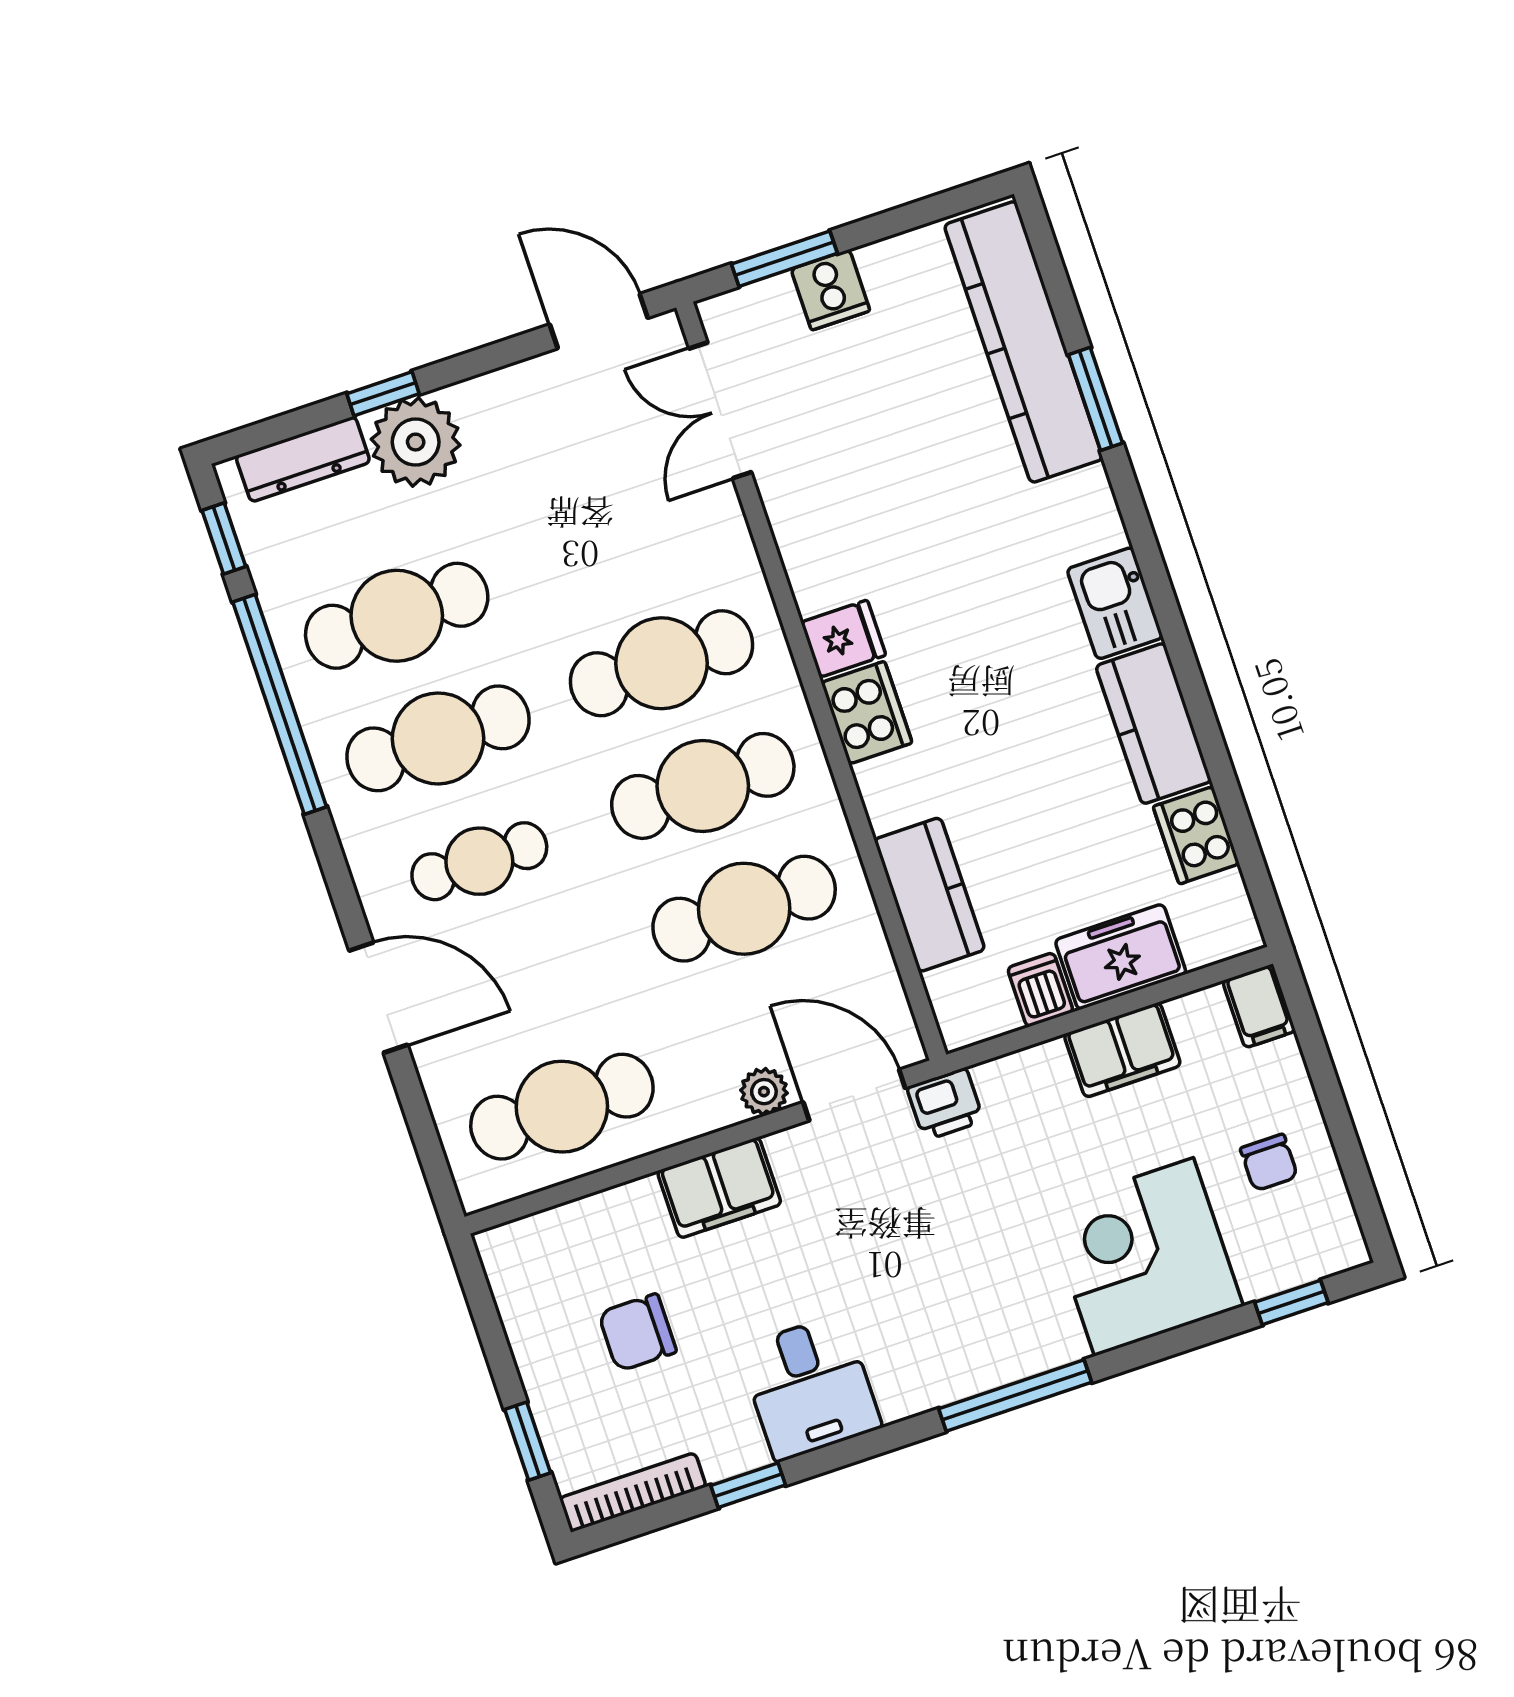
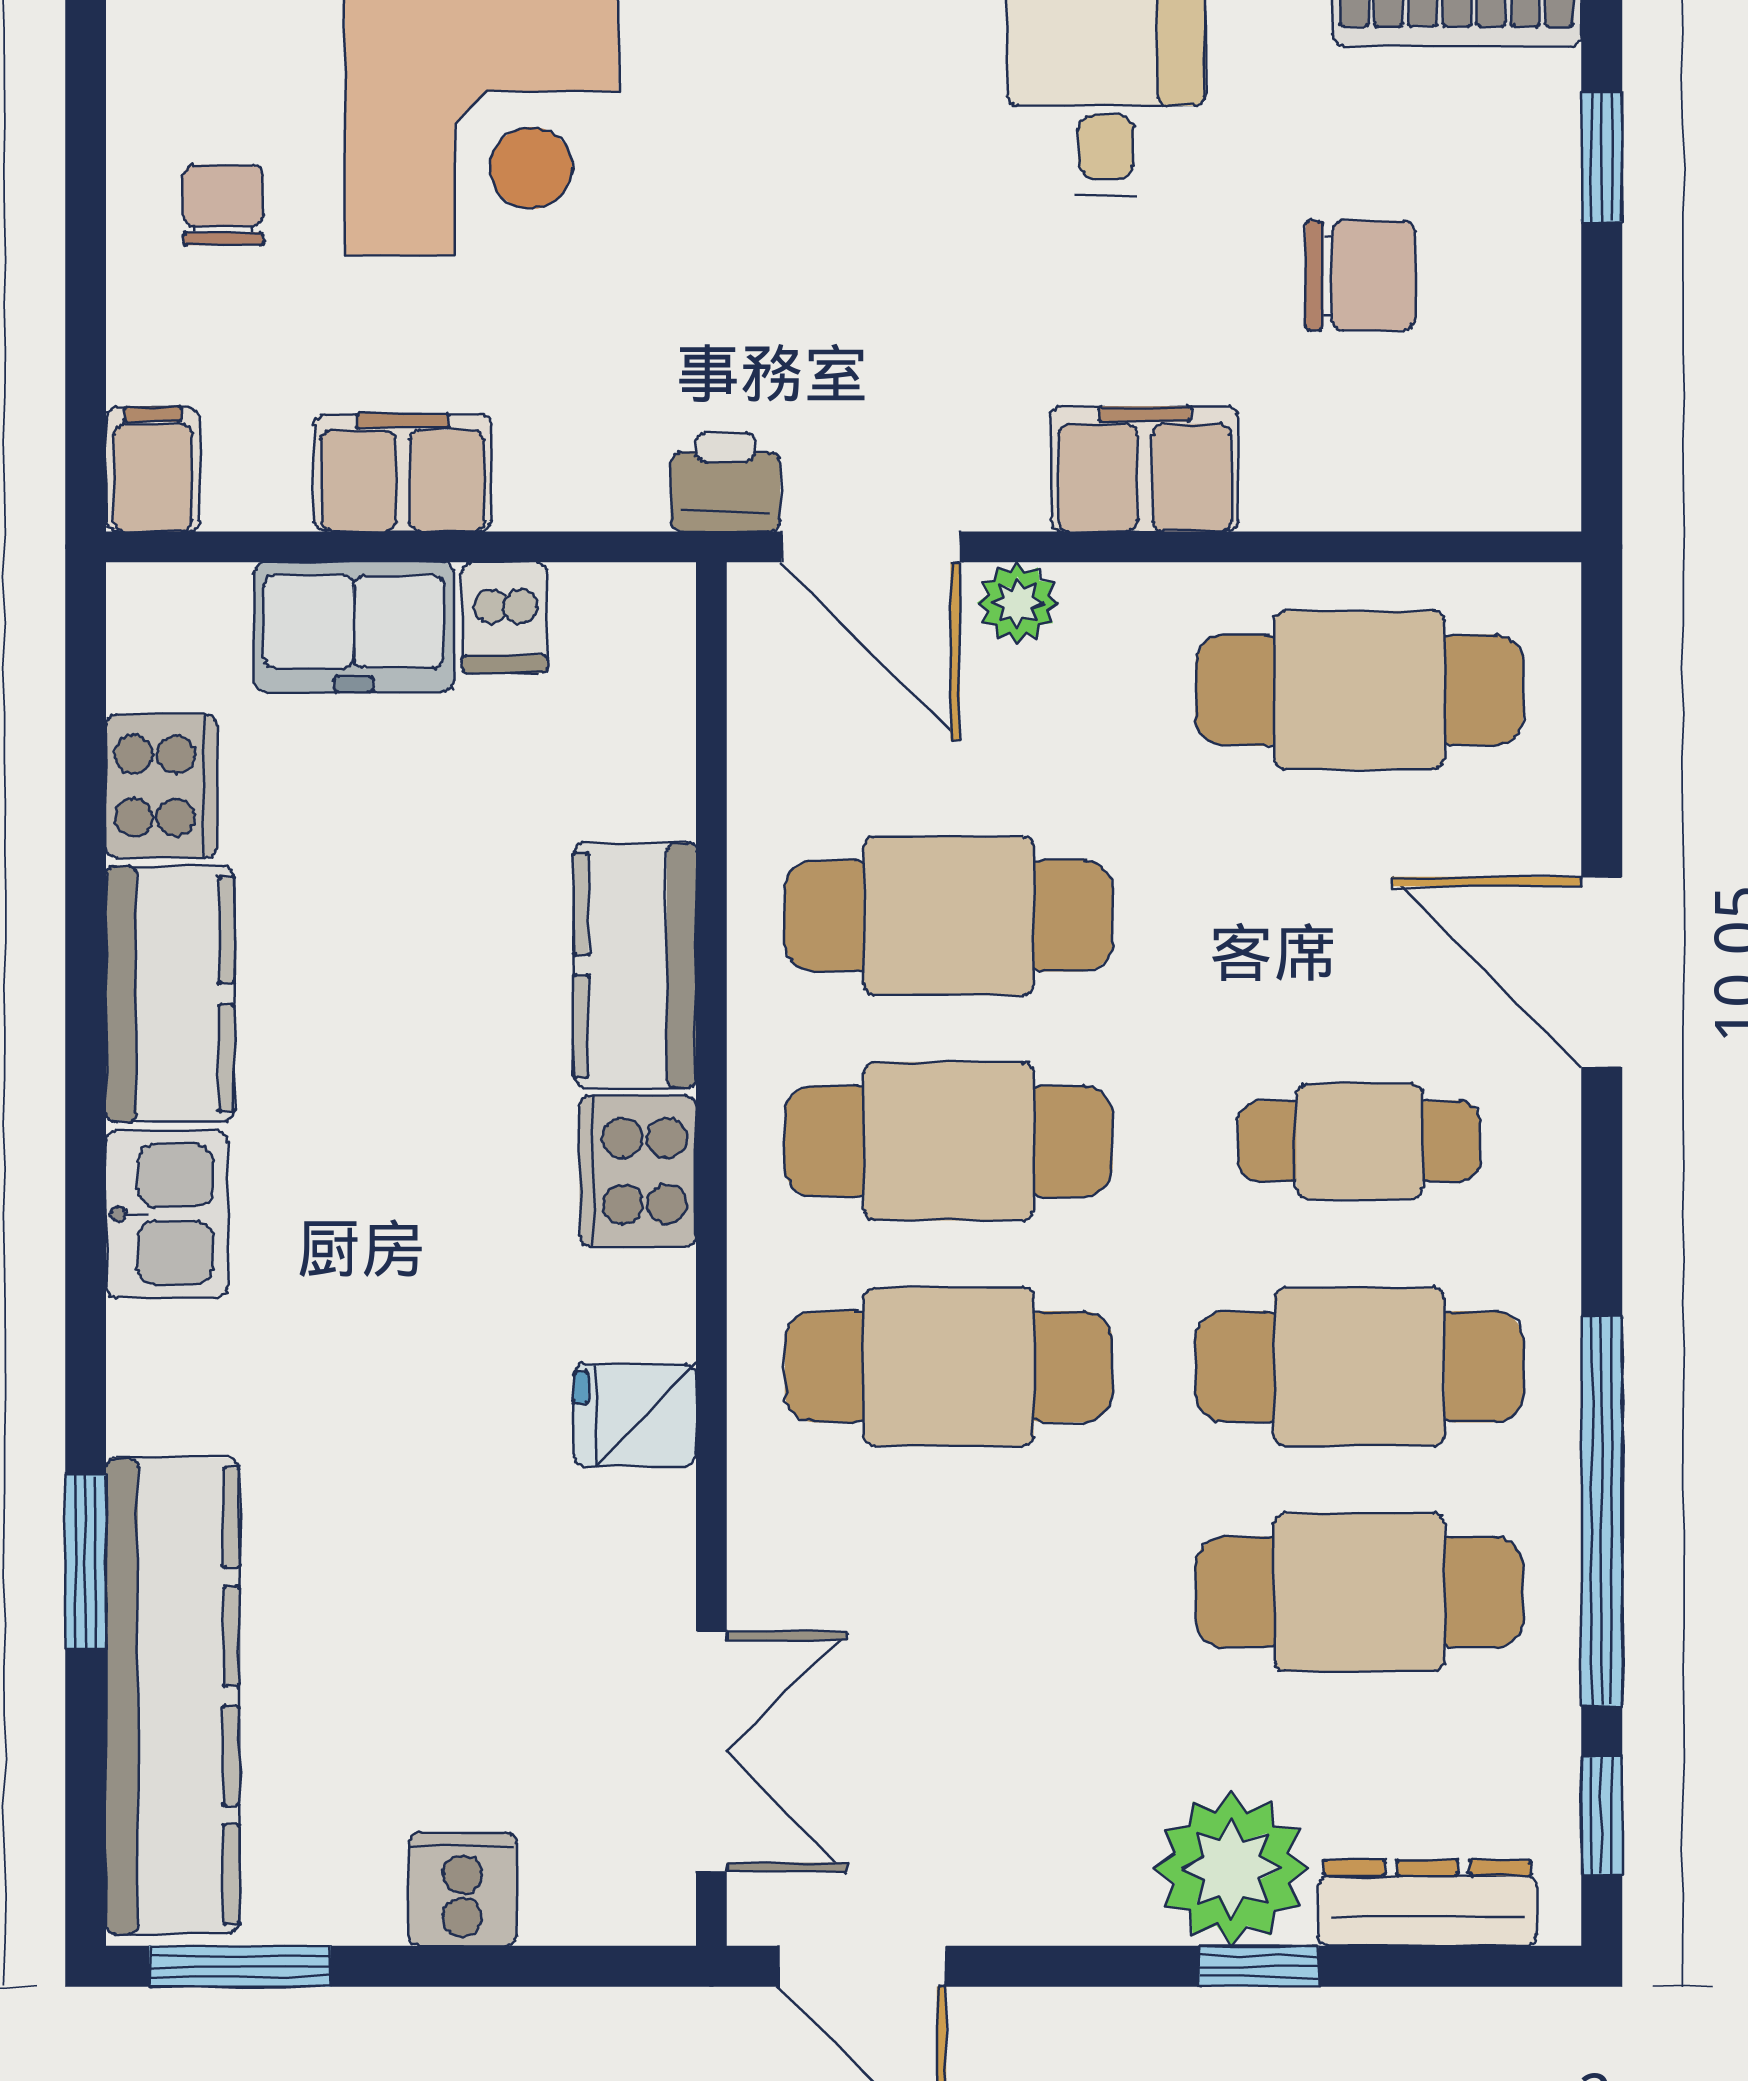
window: (784, 259) -> (240, 1966), moved
fridge: (843, 639) -> (635, 1415), moved
kitchen counter: (929, 895) -> (635, 965), moved

